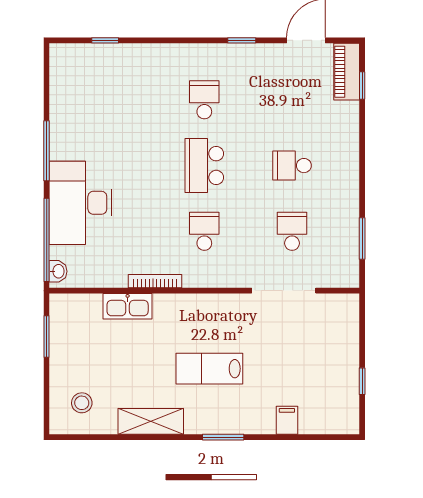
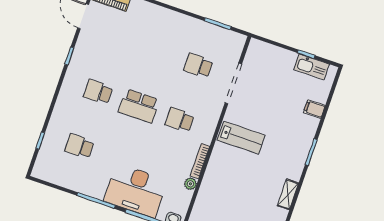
school desk: (292, 166) -> (79, 146), moved, turned 90
plant: (117, 279) -> (191, 184), added
kitchen sink: (128, 306) -> (311, 67), moved, turned 90
lab bench: (209, 369) -> (241, 138), moved, turned -90
shelving: (151, 421) -> (288, 194), width x0.67, depth x0.75

